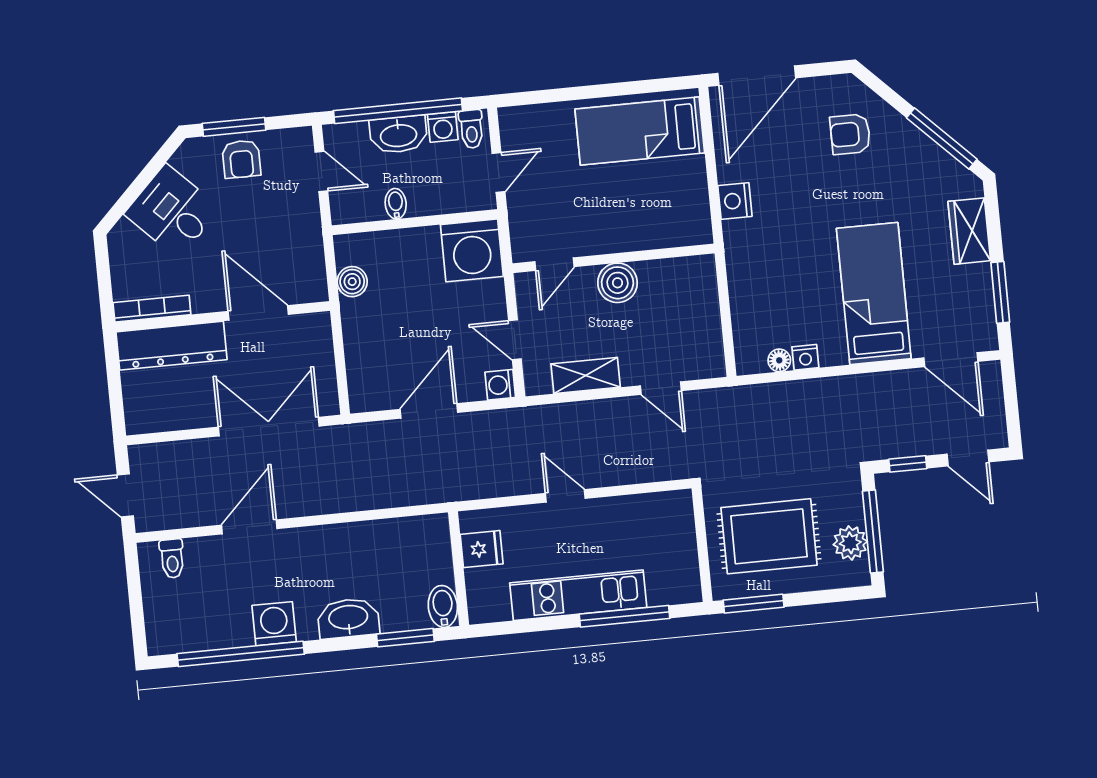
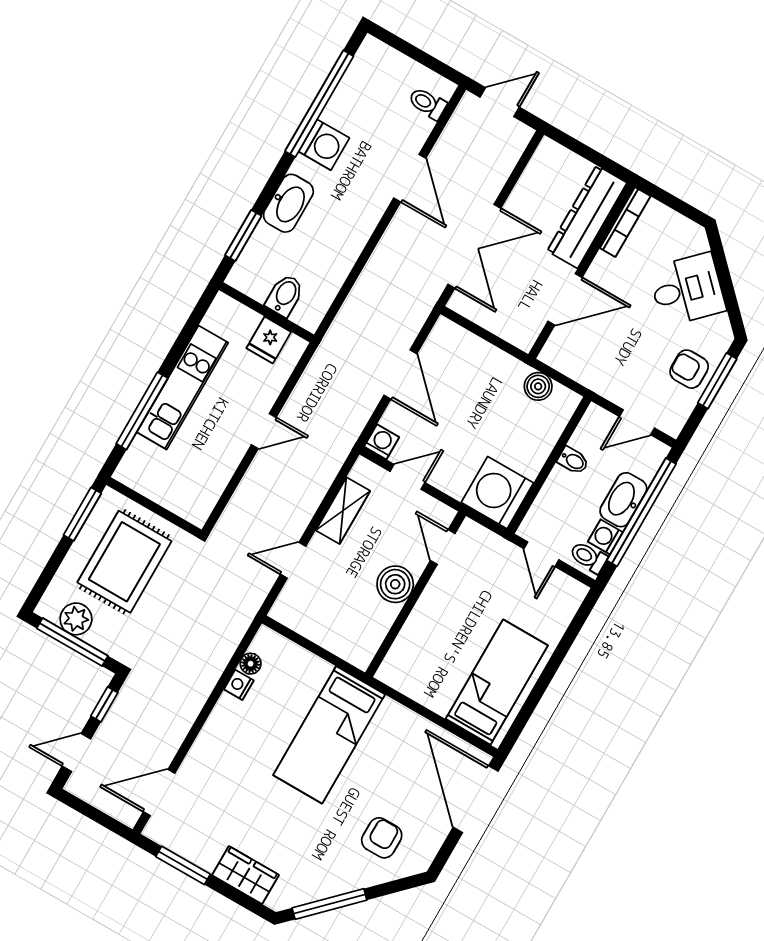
nightstand: (735, 201) -> (394, 716), removed
bed: (874, 294) -> (329, 735), moved, turned 90
bidet: (443, 606) -> (285, 295), moved, turned -90

